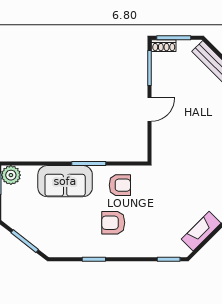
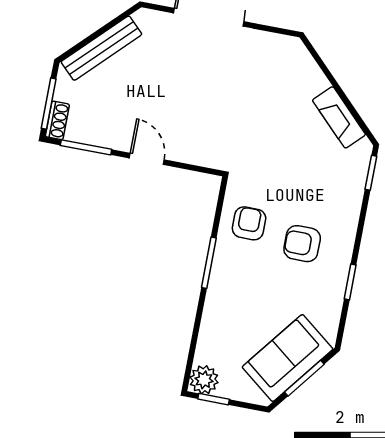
sofa: (65, 181) -> (288, 358), moved, turned -142
armchair: (113, 223) -> (302, 244), turned 90

